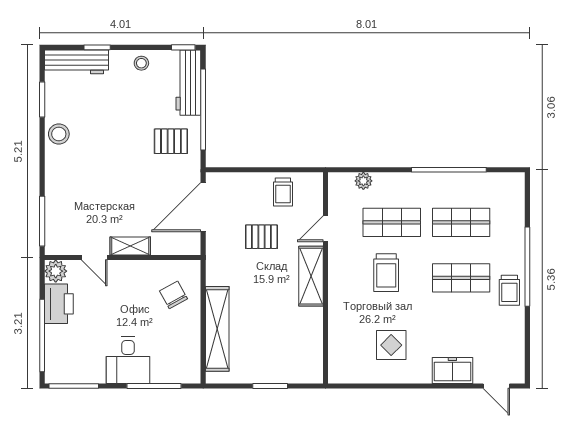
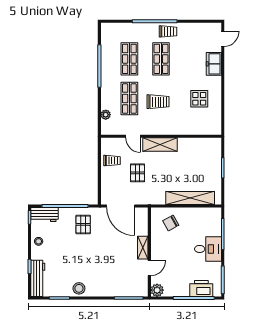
workbench: (188, 83) -> (45, 215), width x0.73
printer: (59, 304) -> (201, 288), moved

